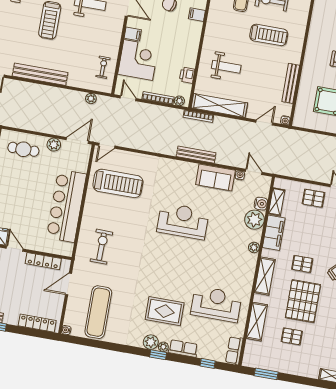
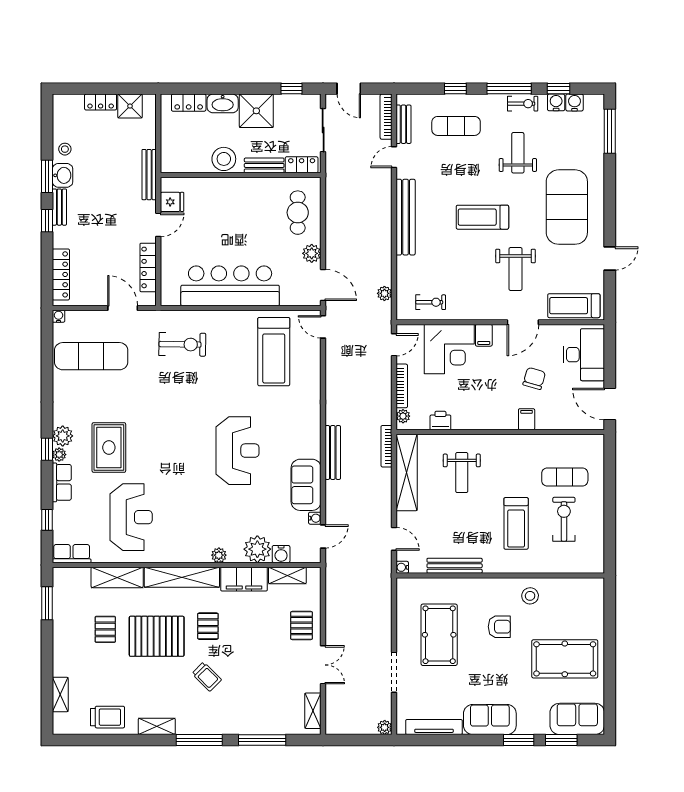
stool: (321, 34) -> (530, 596), added
shelving: (265, 276) -> (182, 577), width x1.47

